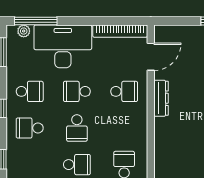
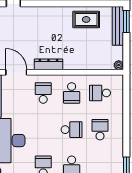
school desk: (77, 91) -> (72, 93), moved

